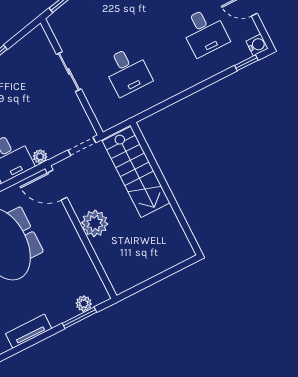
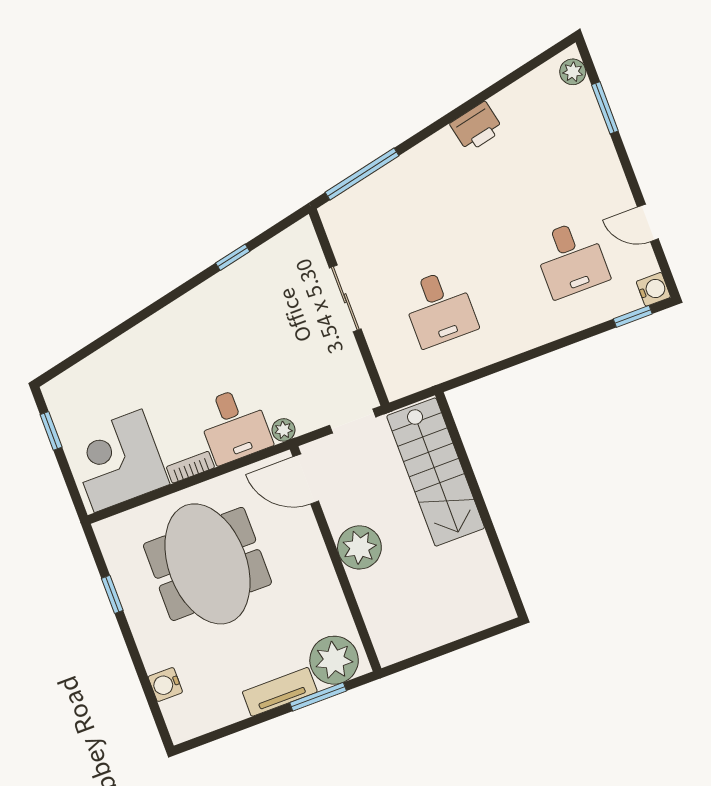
plant: (84, 304) -> (334, 660), width x1.88, depth x1.88
tv unit: (29, 331) -> (280, 692), moved

